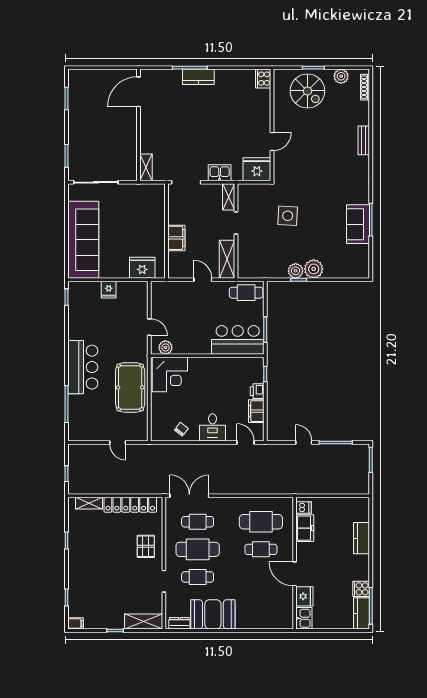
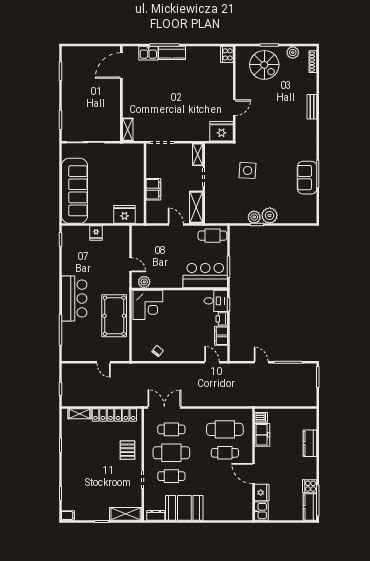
kitchen sink: (220, 173) -> (148, 53), moved, turned 180
desk: (213, 427) -> (216, 301), moved, turned -90

